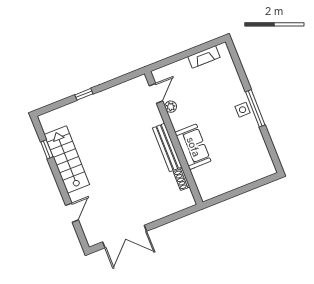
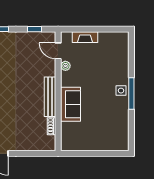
fireplace: (204, 57) -> (85, 37), moved
window: (121, 80) -> (35, 29), added
door: (156, 93) -> (58, 51), swing flipped

